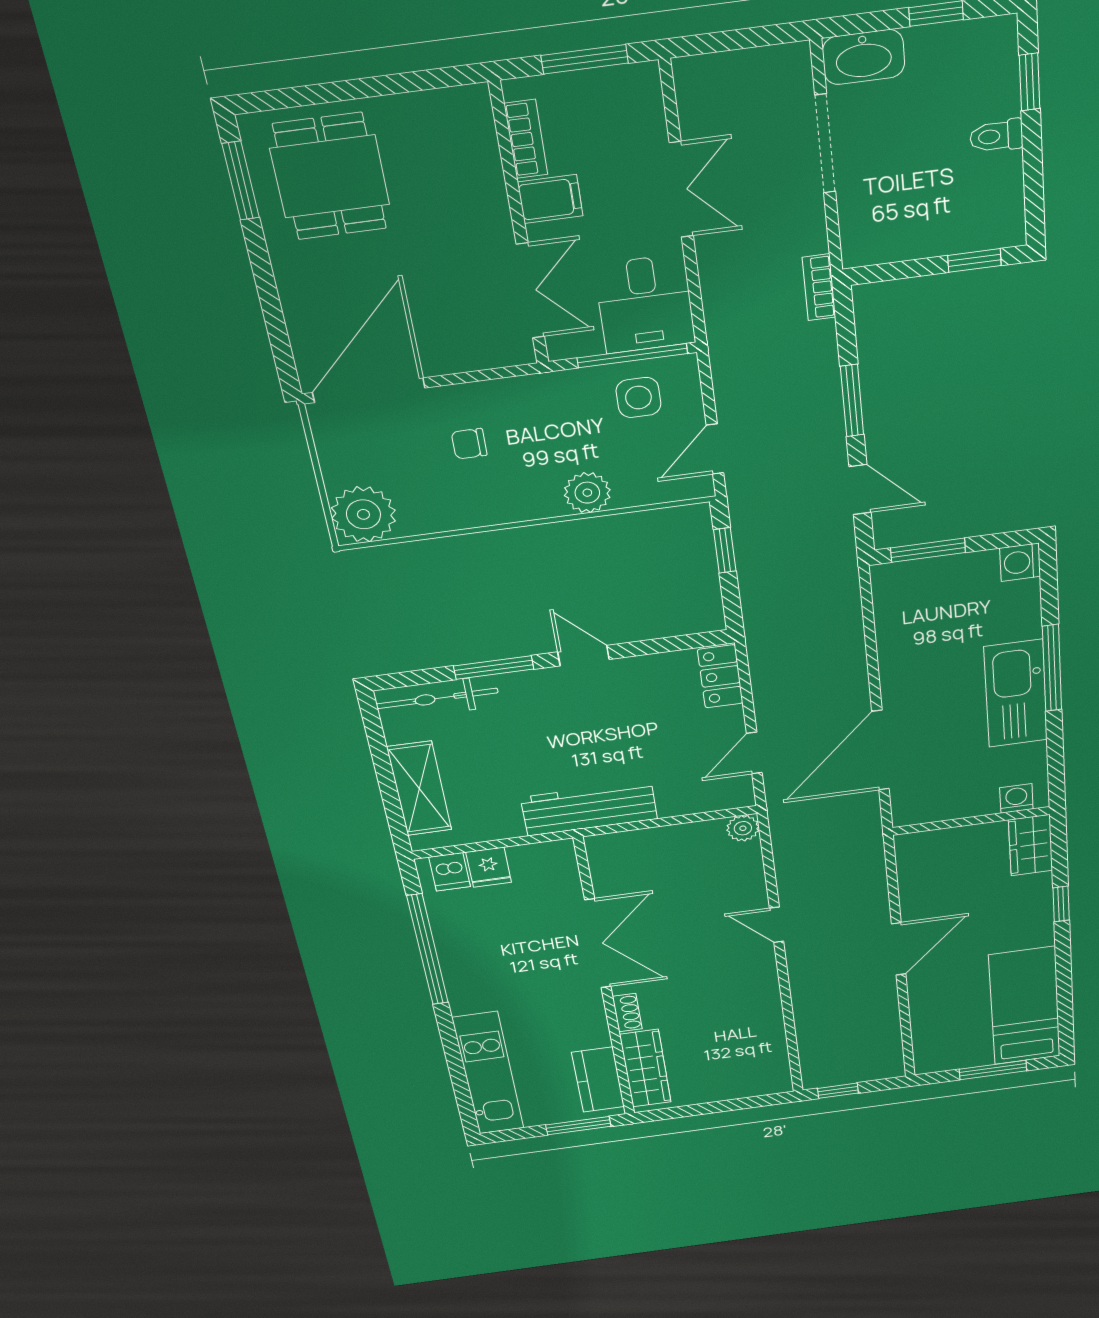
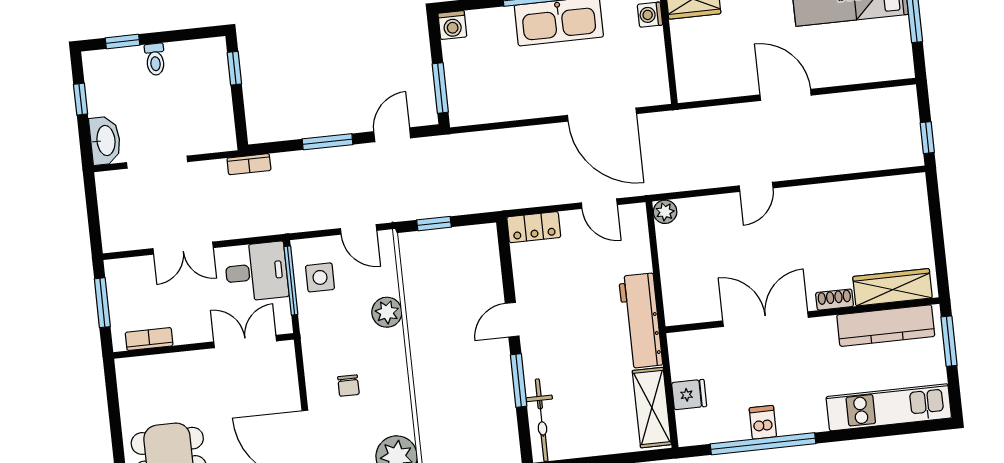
double door: (681, 190) -> (183, 248), swing flipped
filing cabinet: (550, 199) -> (187, 327), removed
shelving: (419, 789) -> (652, 408), moved, turned 90
dishwasher: (450, 872) -> (763, 422), moved, turned -90
kitchen counter: (598, 1080) -> (886, 326), width x1.50

